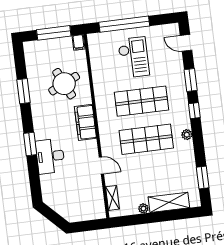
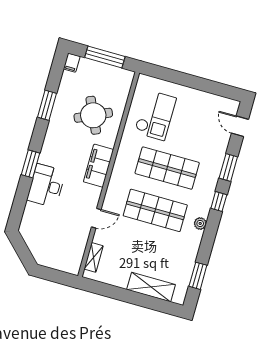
window: (124, 24) -> (183, 79), removed
filing cabinet: (79, 42) -> (72, 63), moved
checkout: (134, 57) -> (155, 115), moved
door: (101, 165) -> (96, 218), hinge flipped
plant: (143, 208) -> (122, 282), removed

